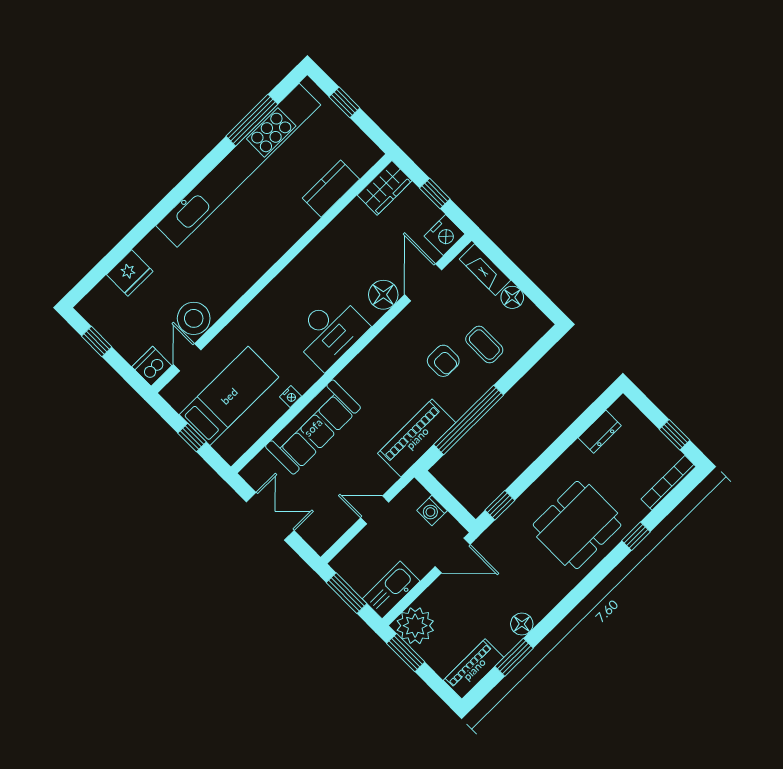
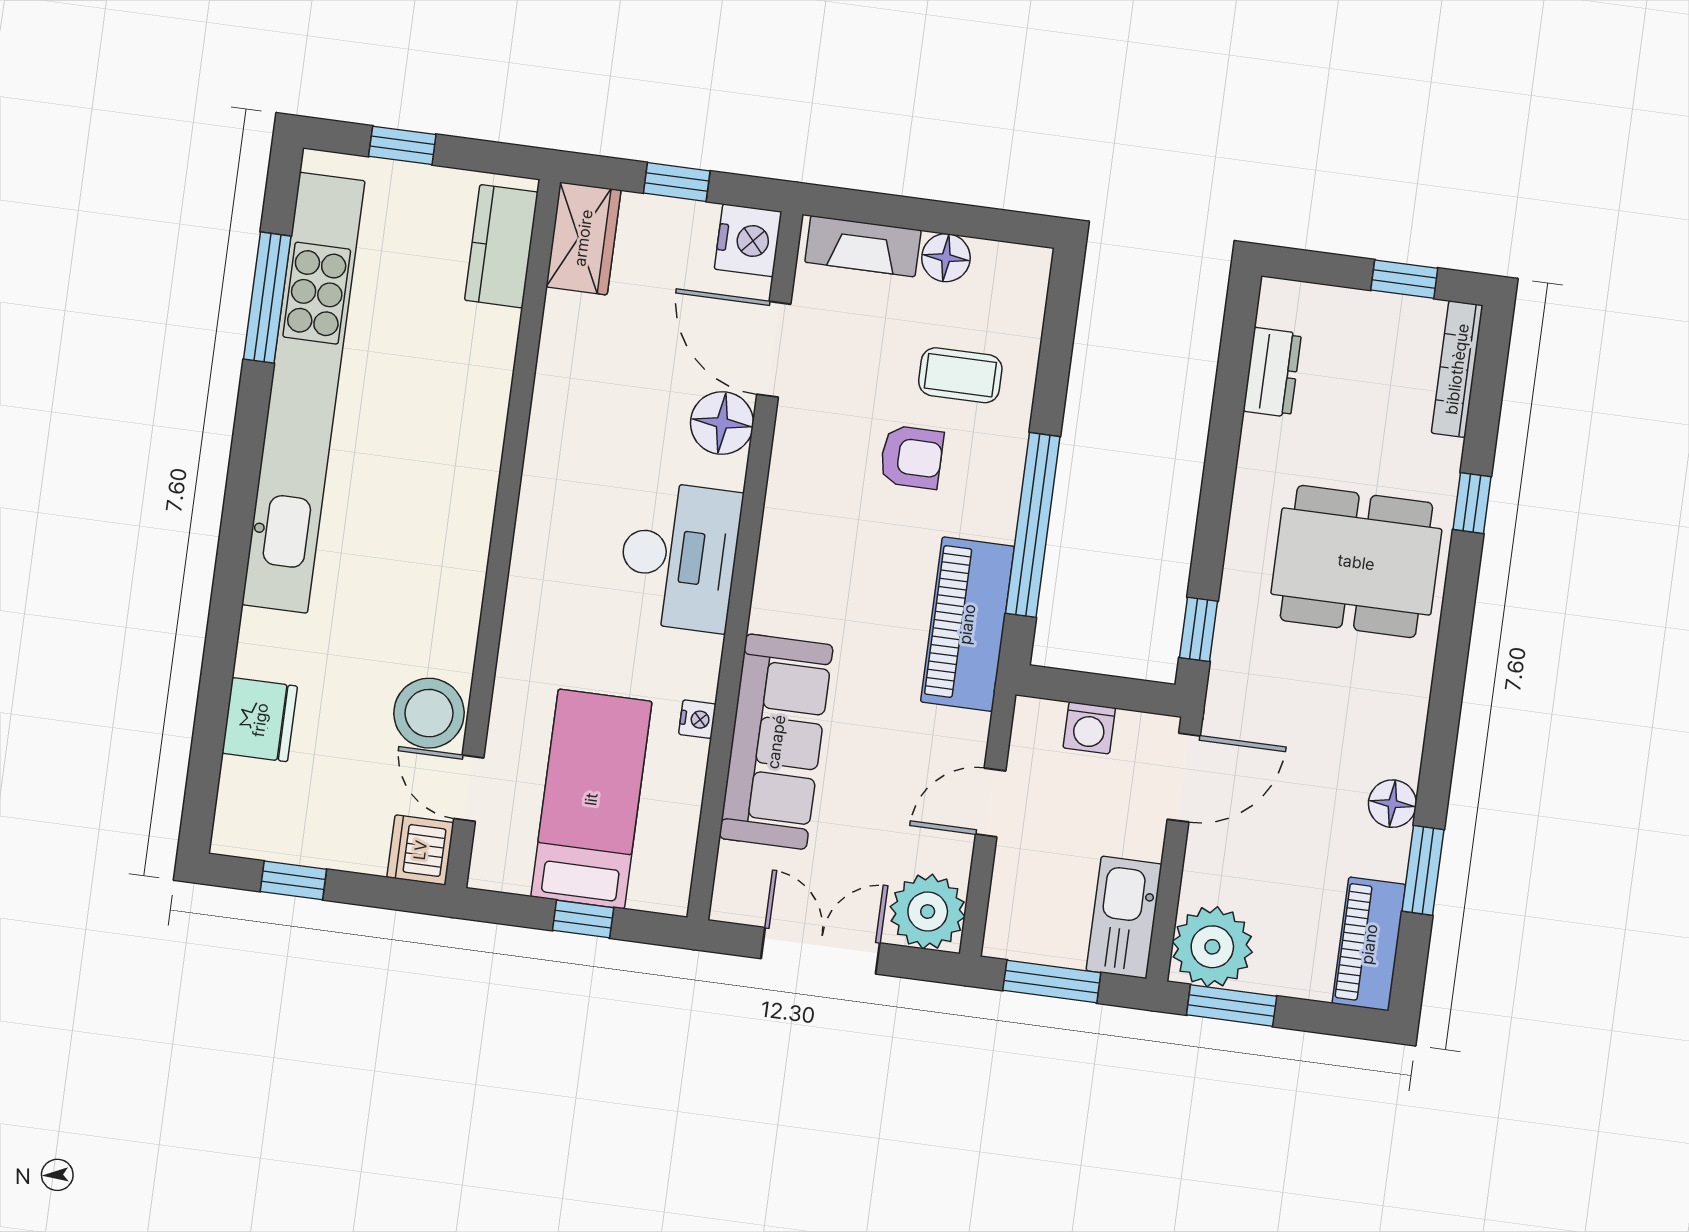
kitchen counter: (331, 189) -> (501, 246), moved
dining table: (577, 525) -> (1356, 562), turned 90
plant: (321, 532) -> (928, 912), added

